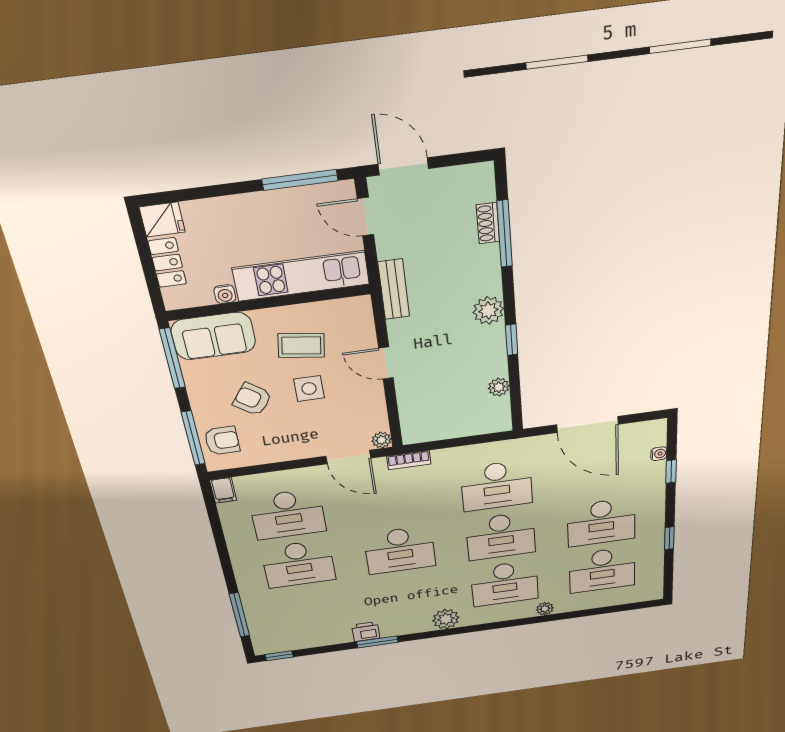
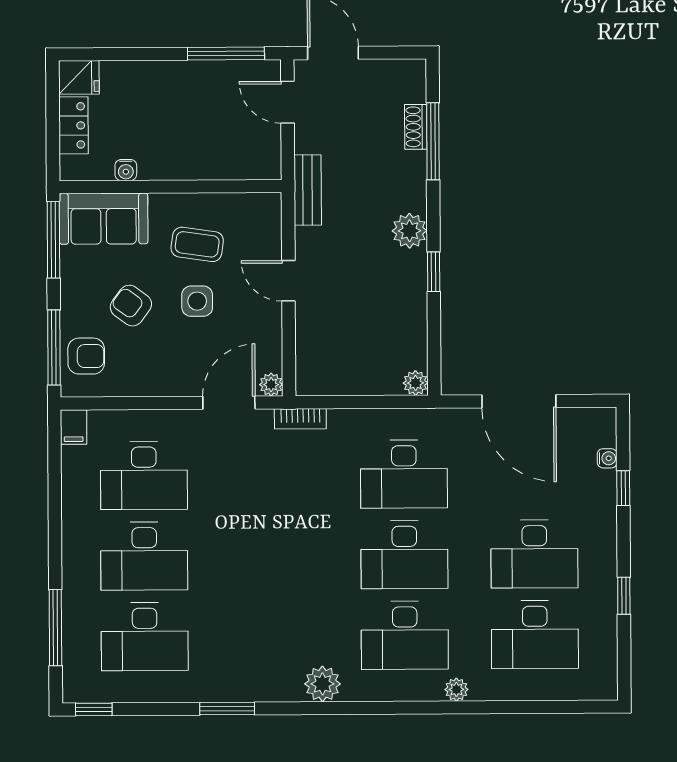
kitchen unit: (301, 276) -> (210, 160), removed
plant: (499, 387) -> (415, 383), moved
door: (348, 457) -> (229, 403), swing flipped
desk: (400, 550) -> (145, 637), moved
printer: (366, 632) -> (214, 687), removed

